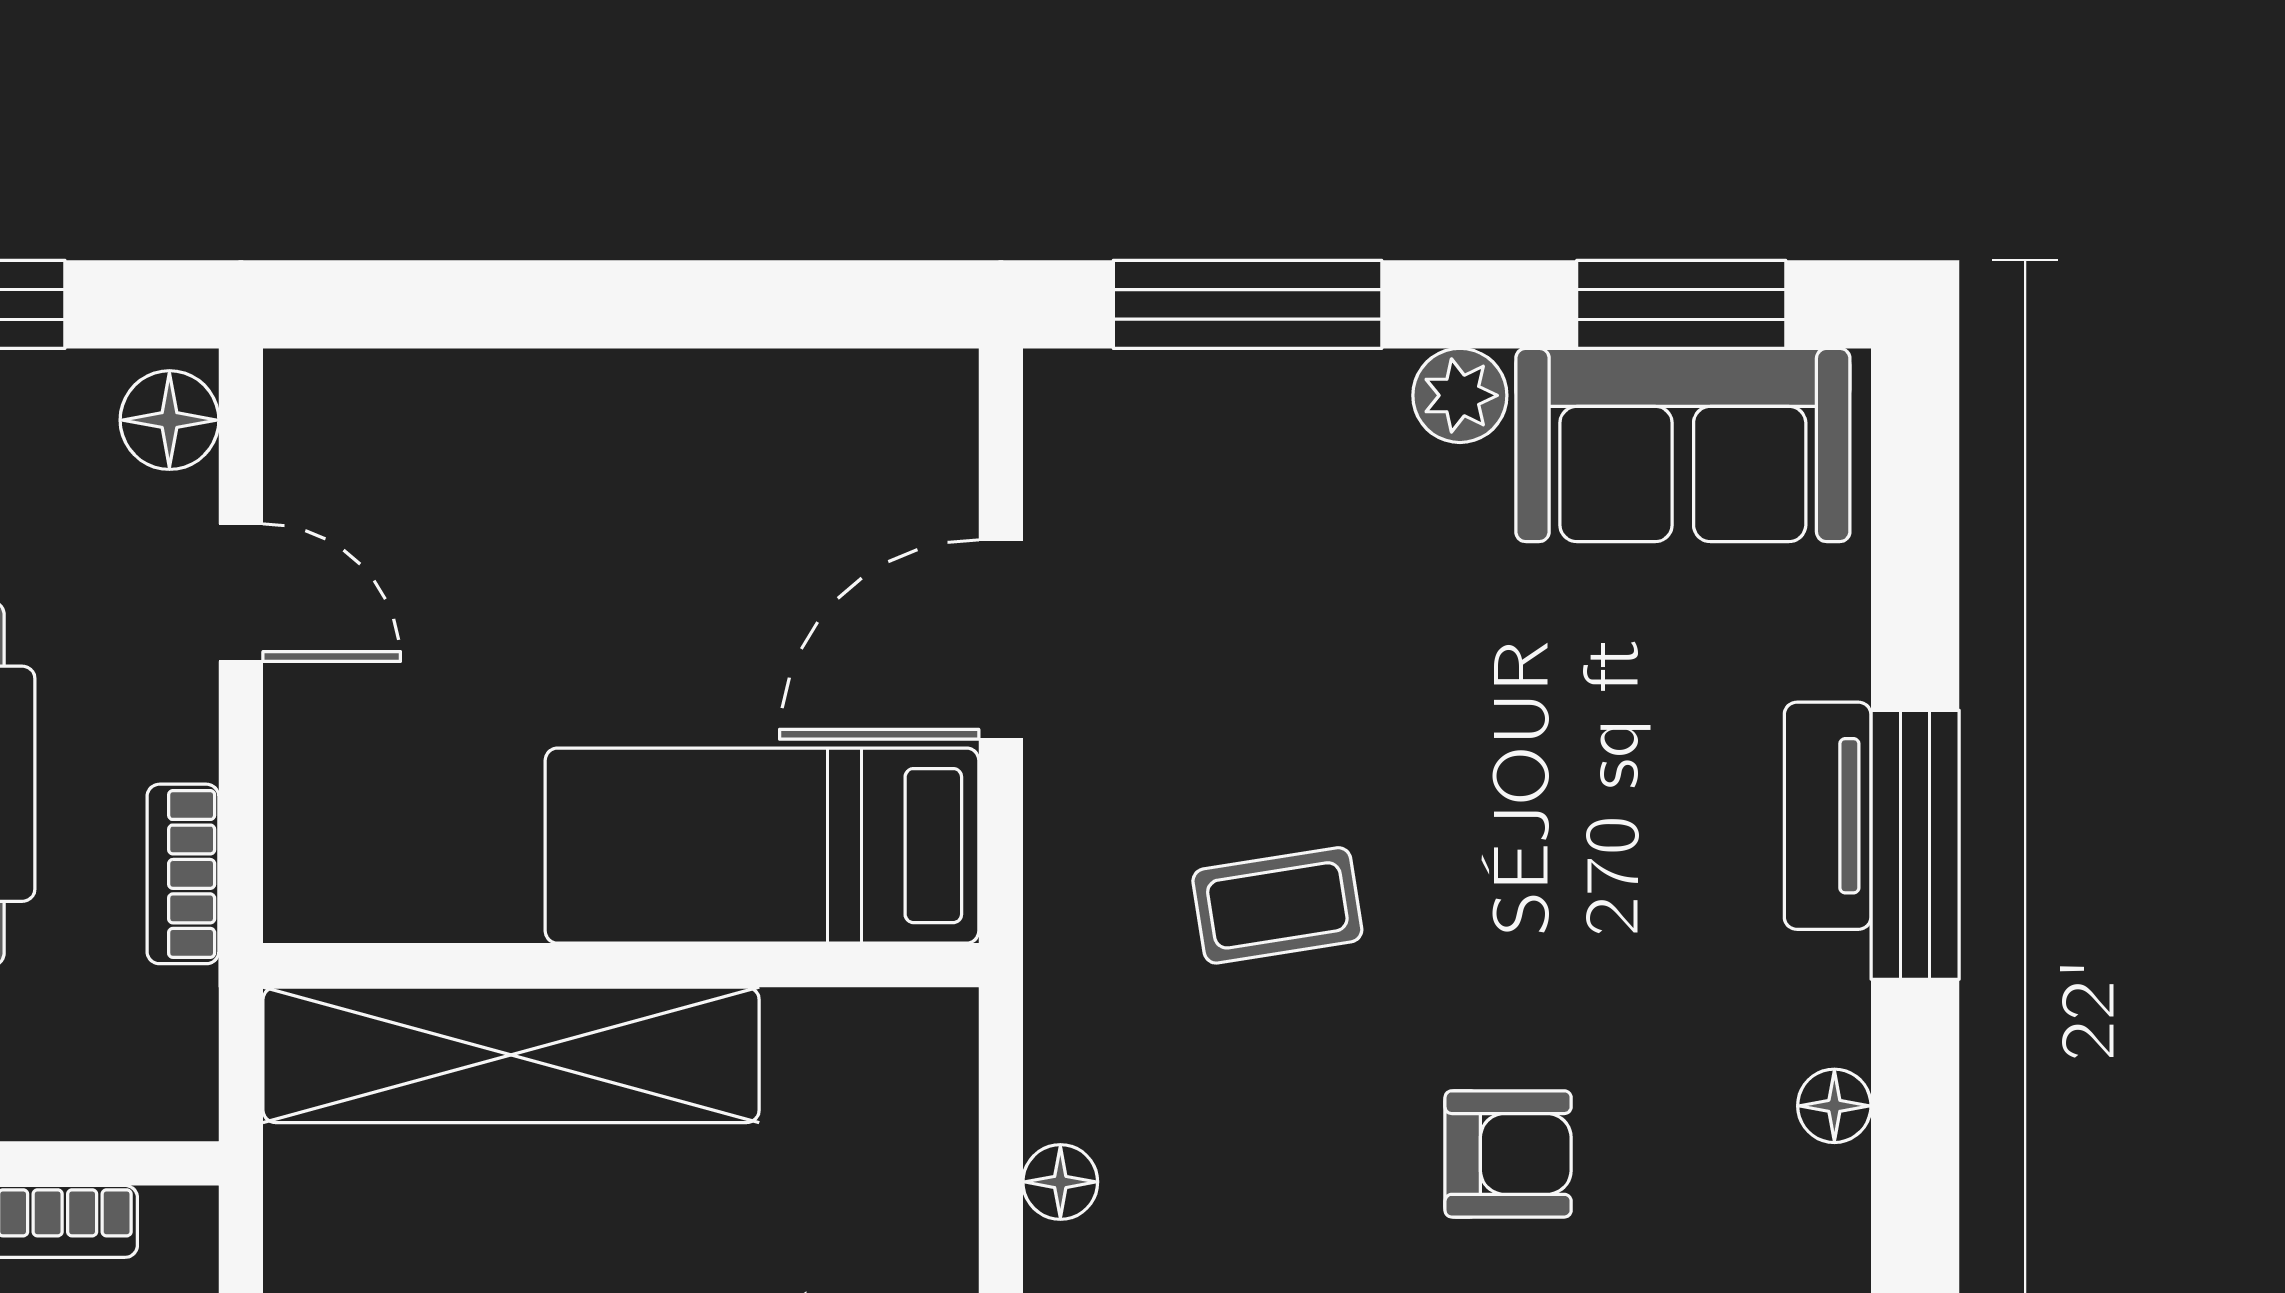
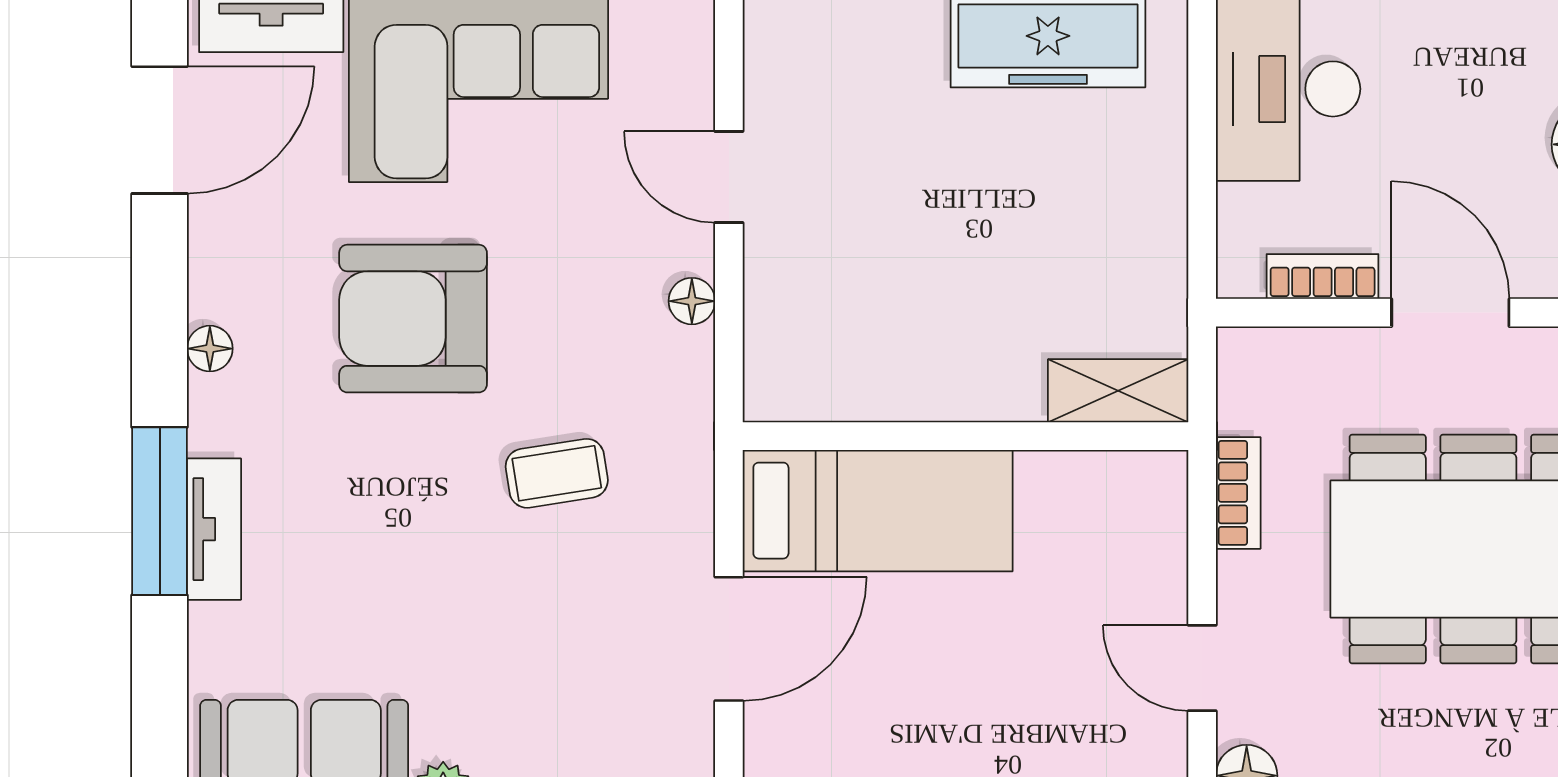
shelving: (511, 1055) -> (1118, 391), width x0.45, depth x0.75
armchair: (1508, 1154) -> (413, 319), width x1.88, depth x1.88

